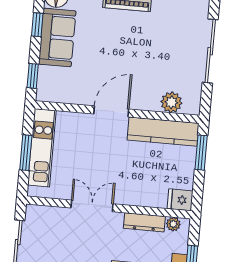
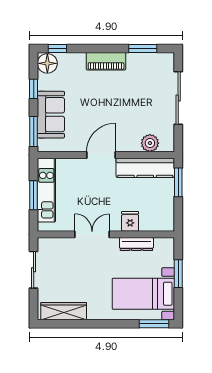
sofa: (57, 37) -> (51, 115), moved
window: (33, 76) -> (34, 132), width x1.50
fridge: (180, 200) -> (130, 221), moved, turned 90
plant: (173, 224) -> (160, 243), removed

